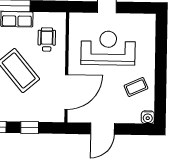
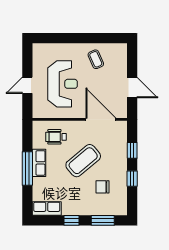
reception desk: (108, 48) -> (63, 84), turned 180
water cooler: (148, 117) -> (122, 49), removed

